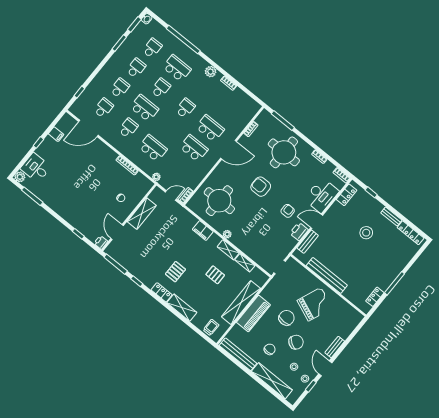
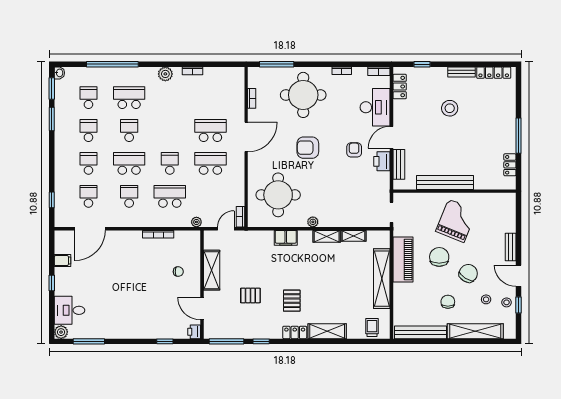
school desk: (185, 108) -> (170, 163), moved
pallet: (215, 275) -> (250, 295), moved
piano: (253, 314) -> (403, 259), moved

